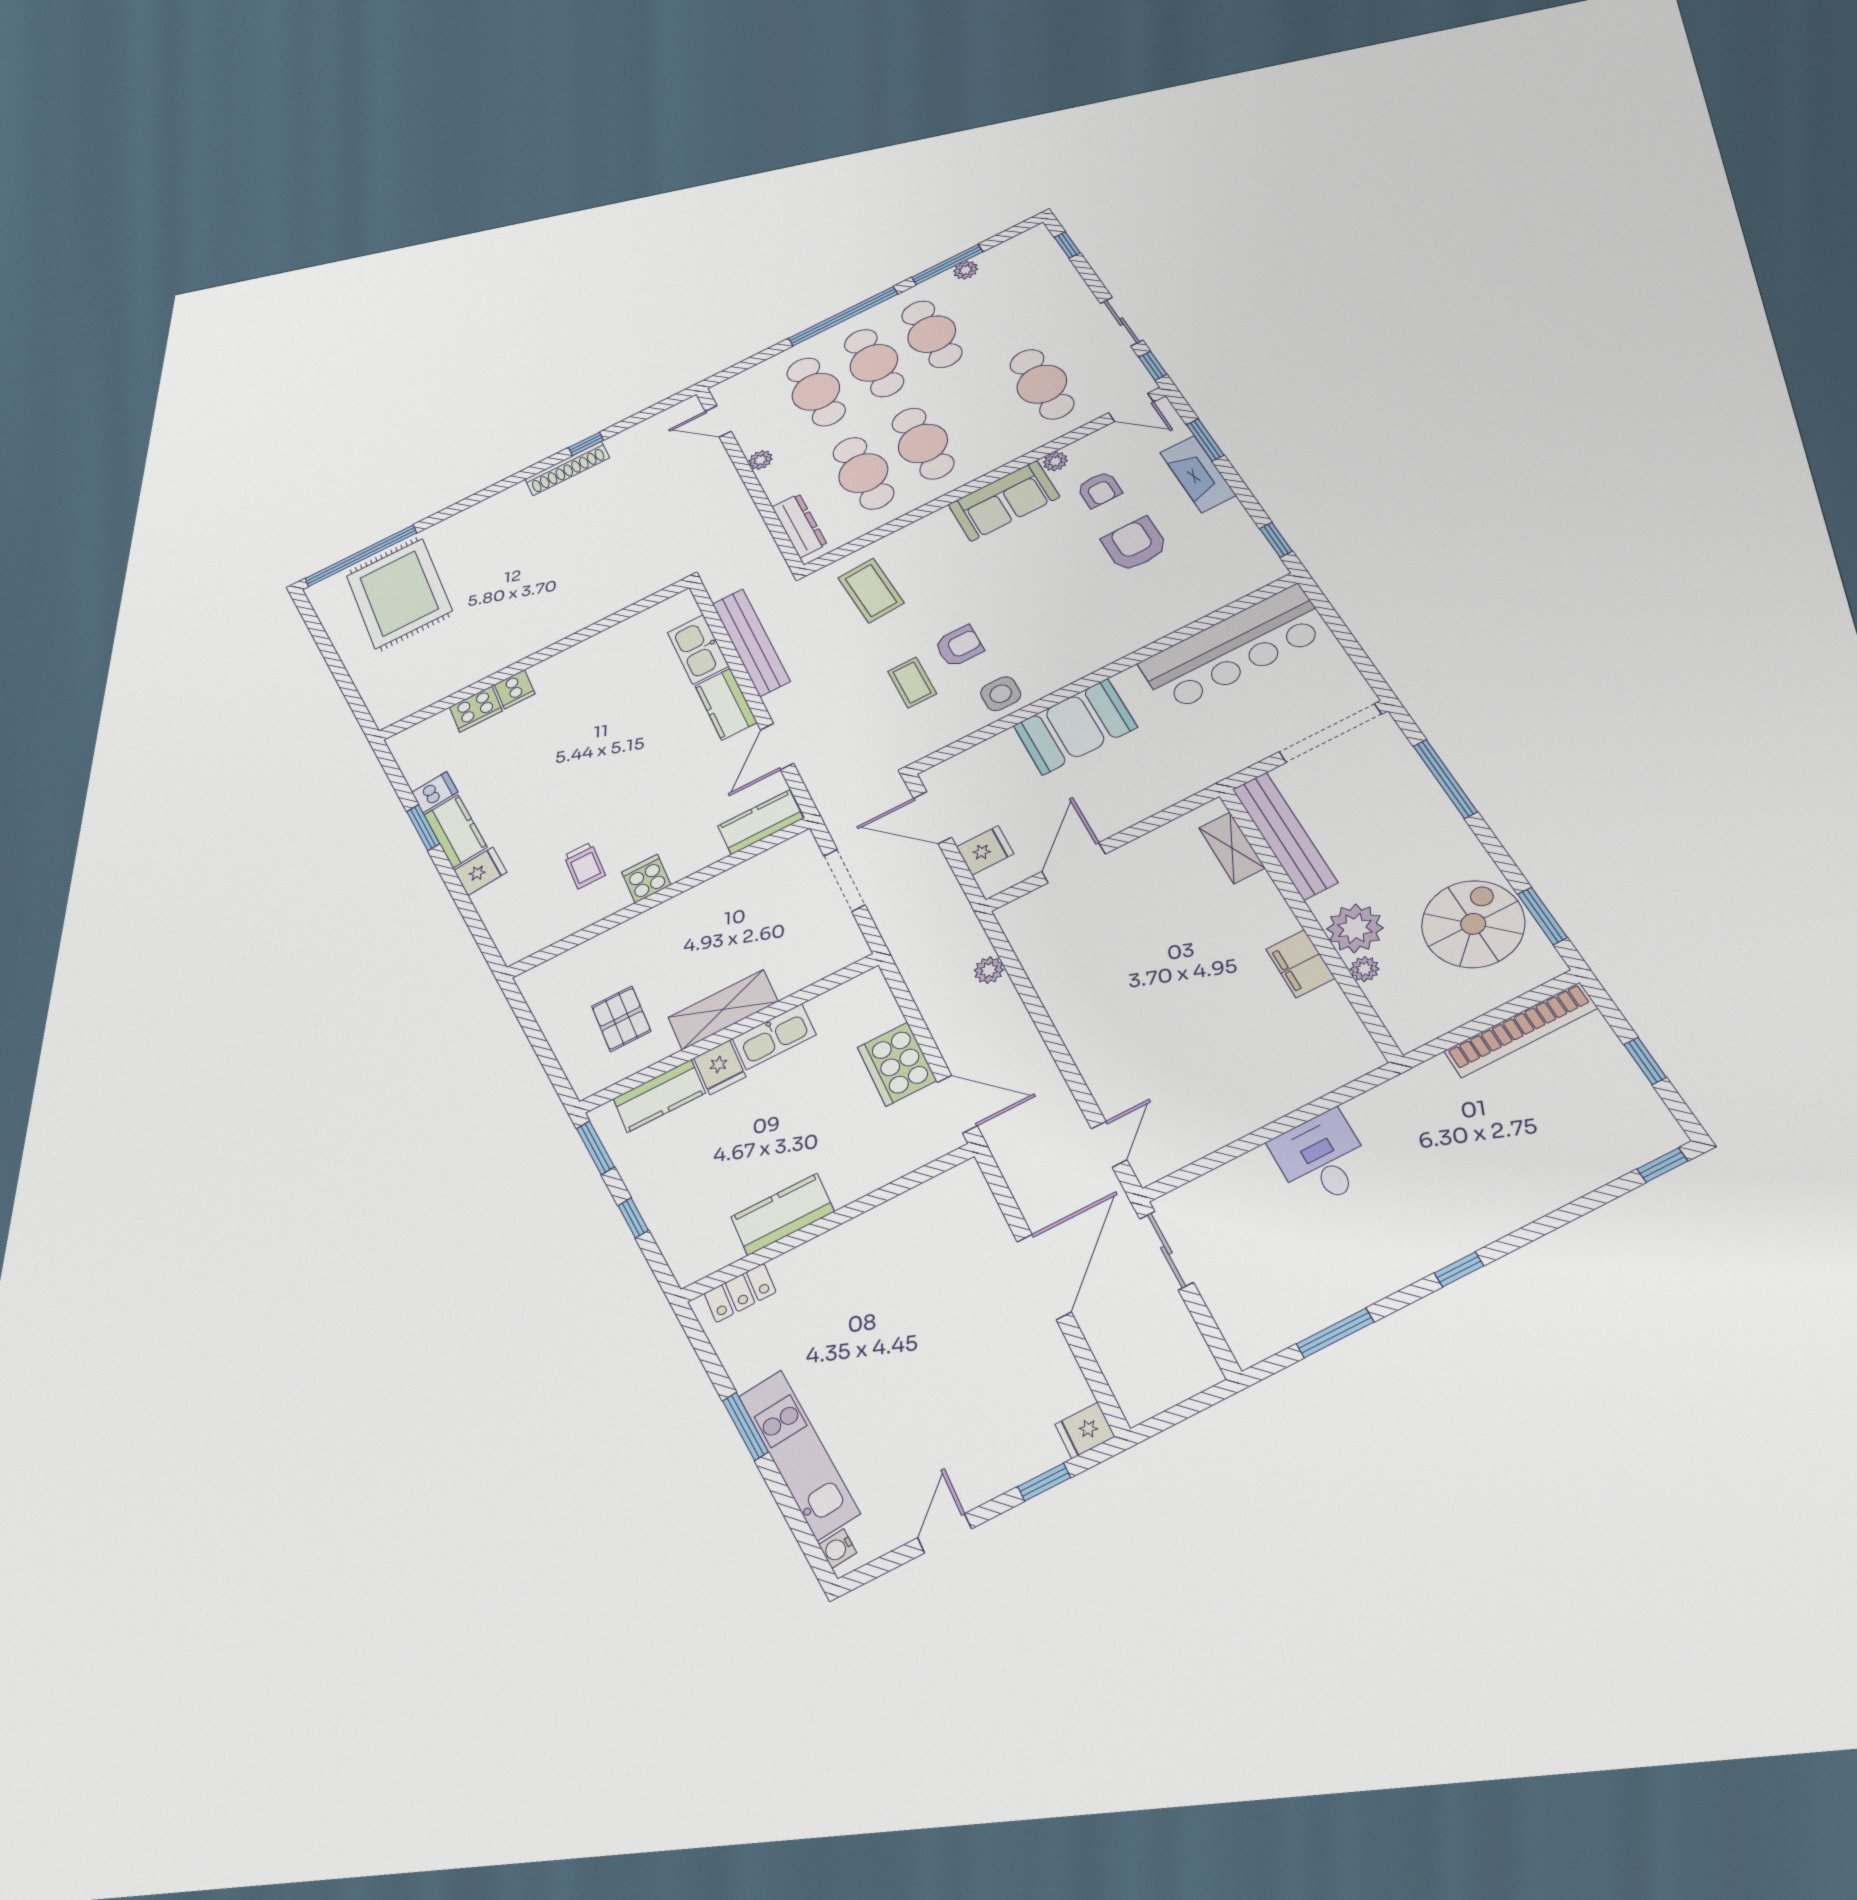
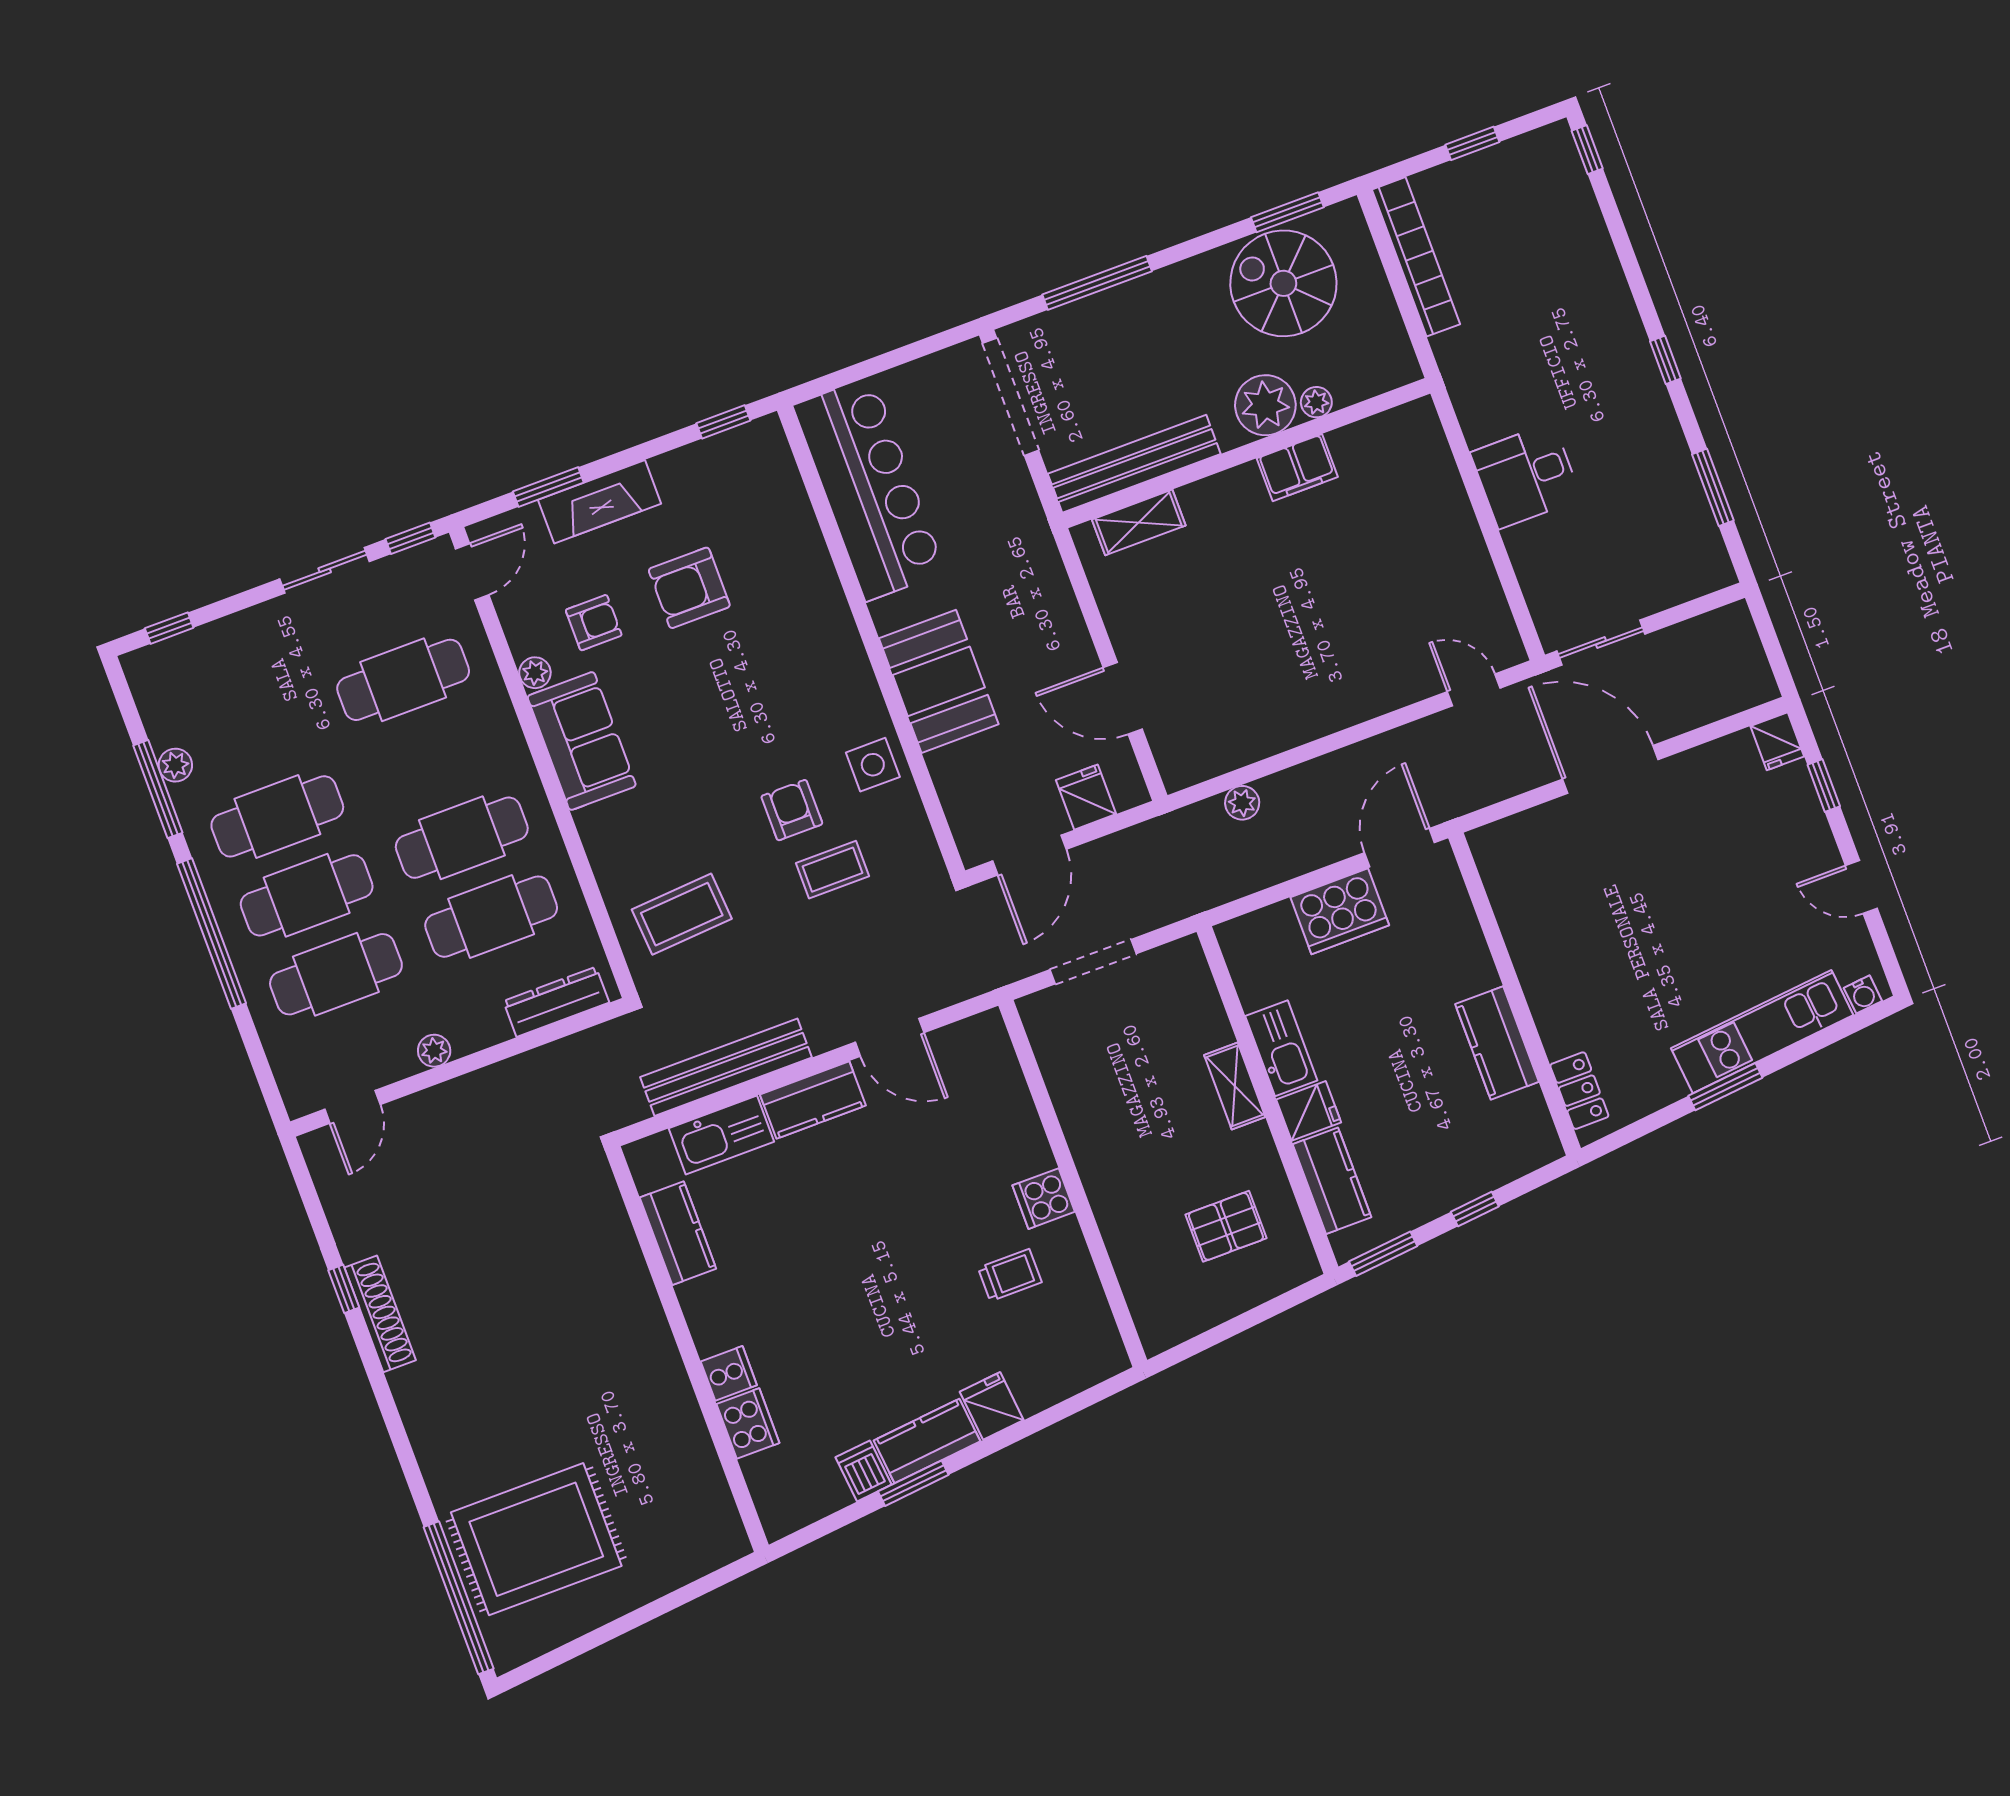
kitchen counter: (760, 822) -> (678, 1233), moved, turned 180
shelving: (723, 1010) -> (1235, 1086), width x0.67, depth x0.75

